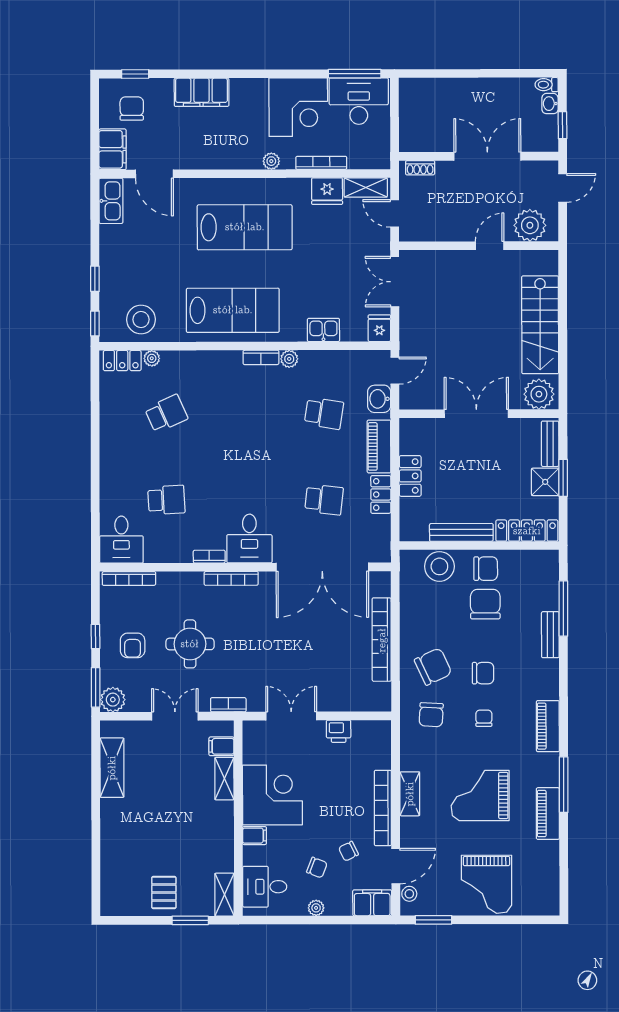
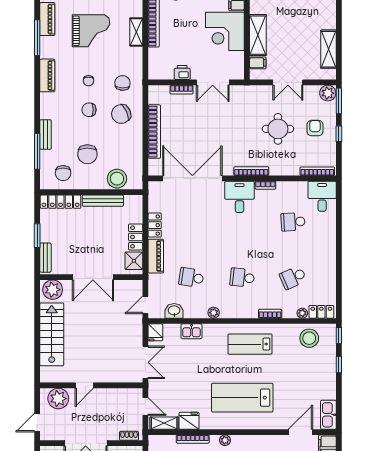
door: (154, 174) -> (300, 432), hinge flipped
lab bench: (233, 310) -> (250, 344), width x0.73, depth x0.72
bookcase: (261, 357) -> (270, 314), moved
washbasin: (379, 399) -> (174, 311), moved, turned -90
shower: (545, 482) -> (134, 261), moved
school desk: (324, 500) -> (242, 278), moved
chair: (486, 569) -> (63, 173), moved, turned -90
bookcase: (228, 705) -> (182, 90), moved
shelving: (224, 779) -> (258, 35), width x1.50, depth x1.33

